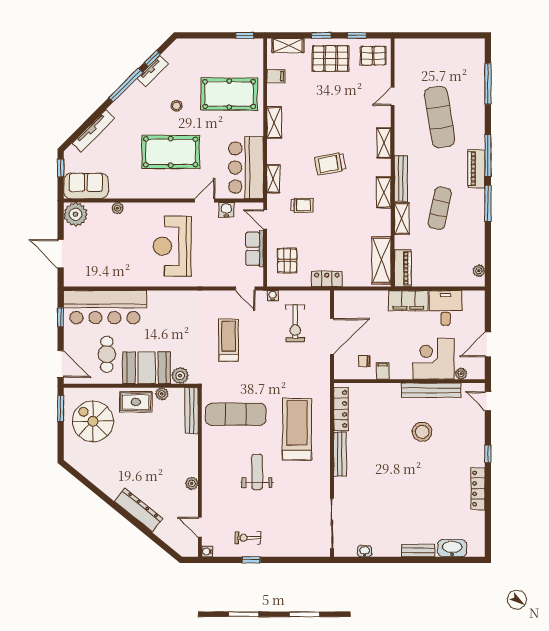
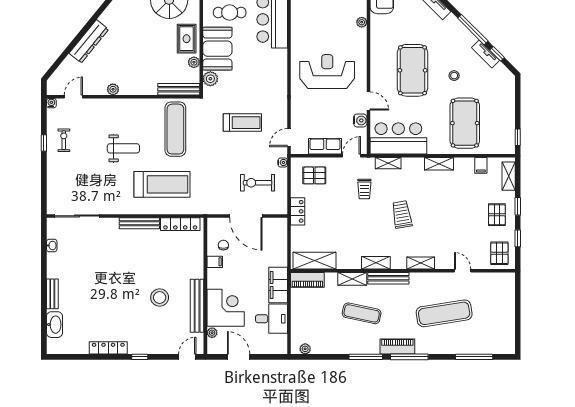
pallet: (331, 59) -> (497, 215), width x0.67, depth x0.71

